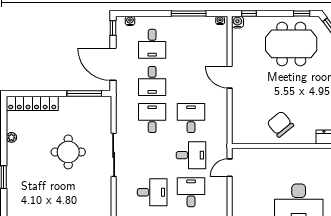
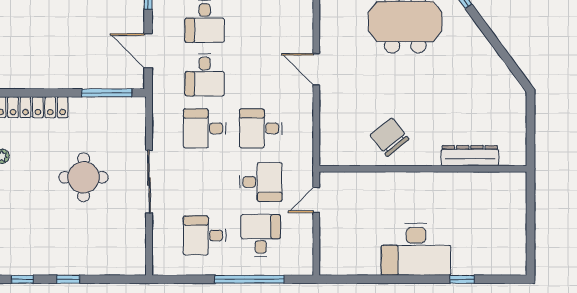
door: (113, 64) -> (148, 51), width x0.73
desk: (152, 118) -> (205, 128), turned -90
desk: (191, 118) -> (261, 128), turned -90
desk: (152, 192) -> (205, 235), turned 180

